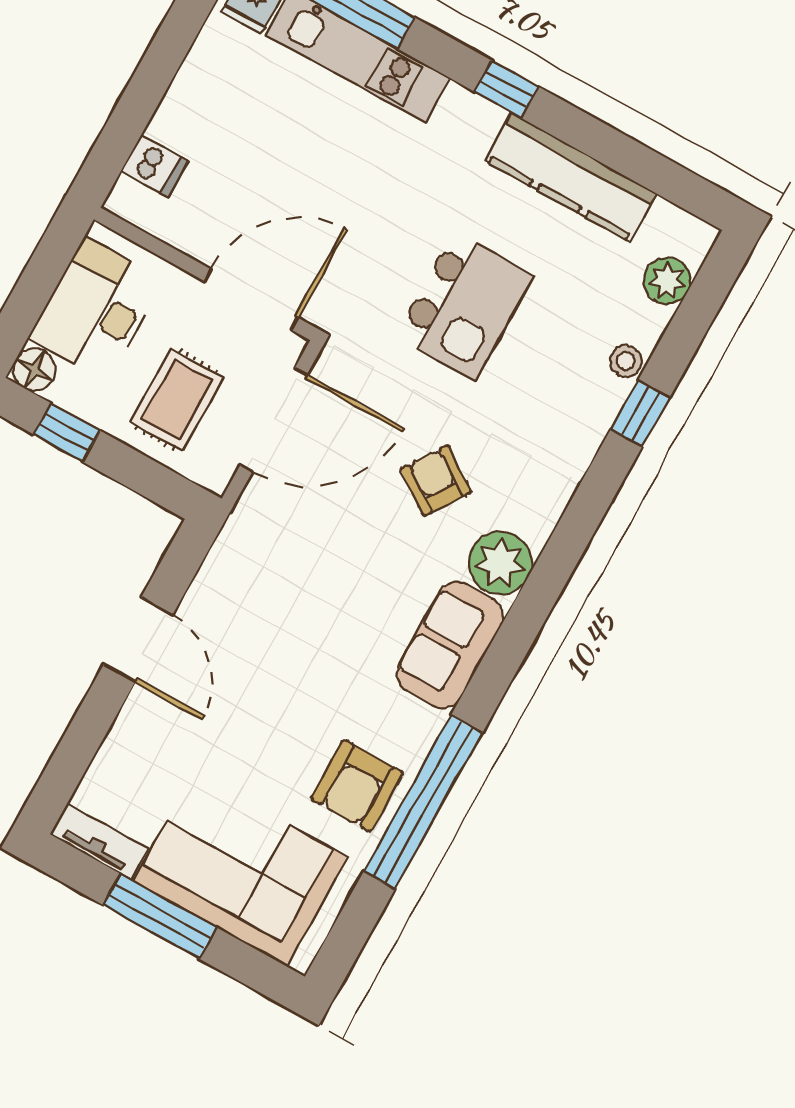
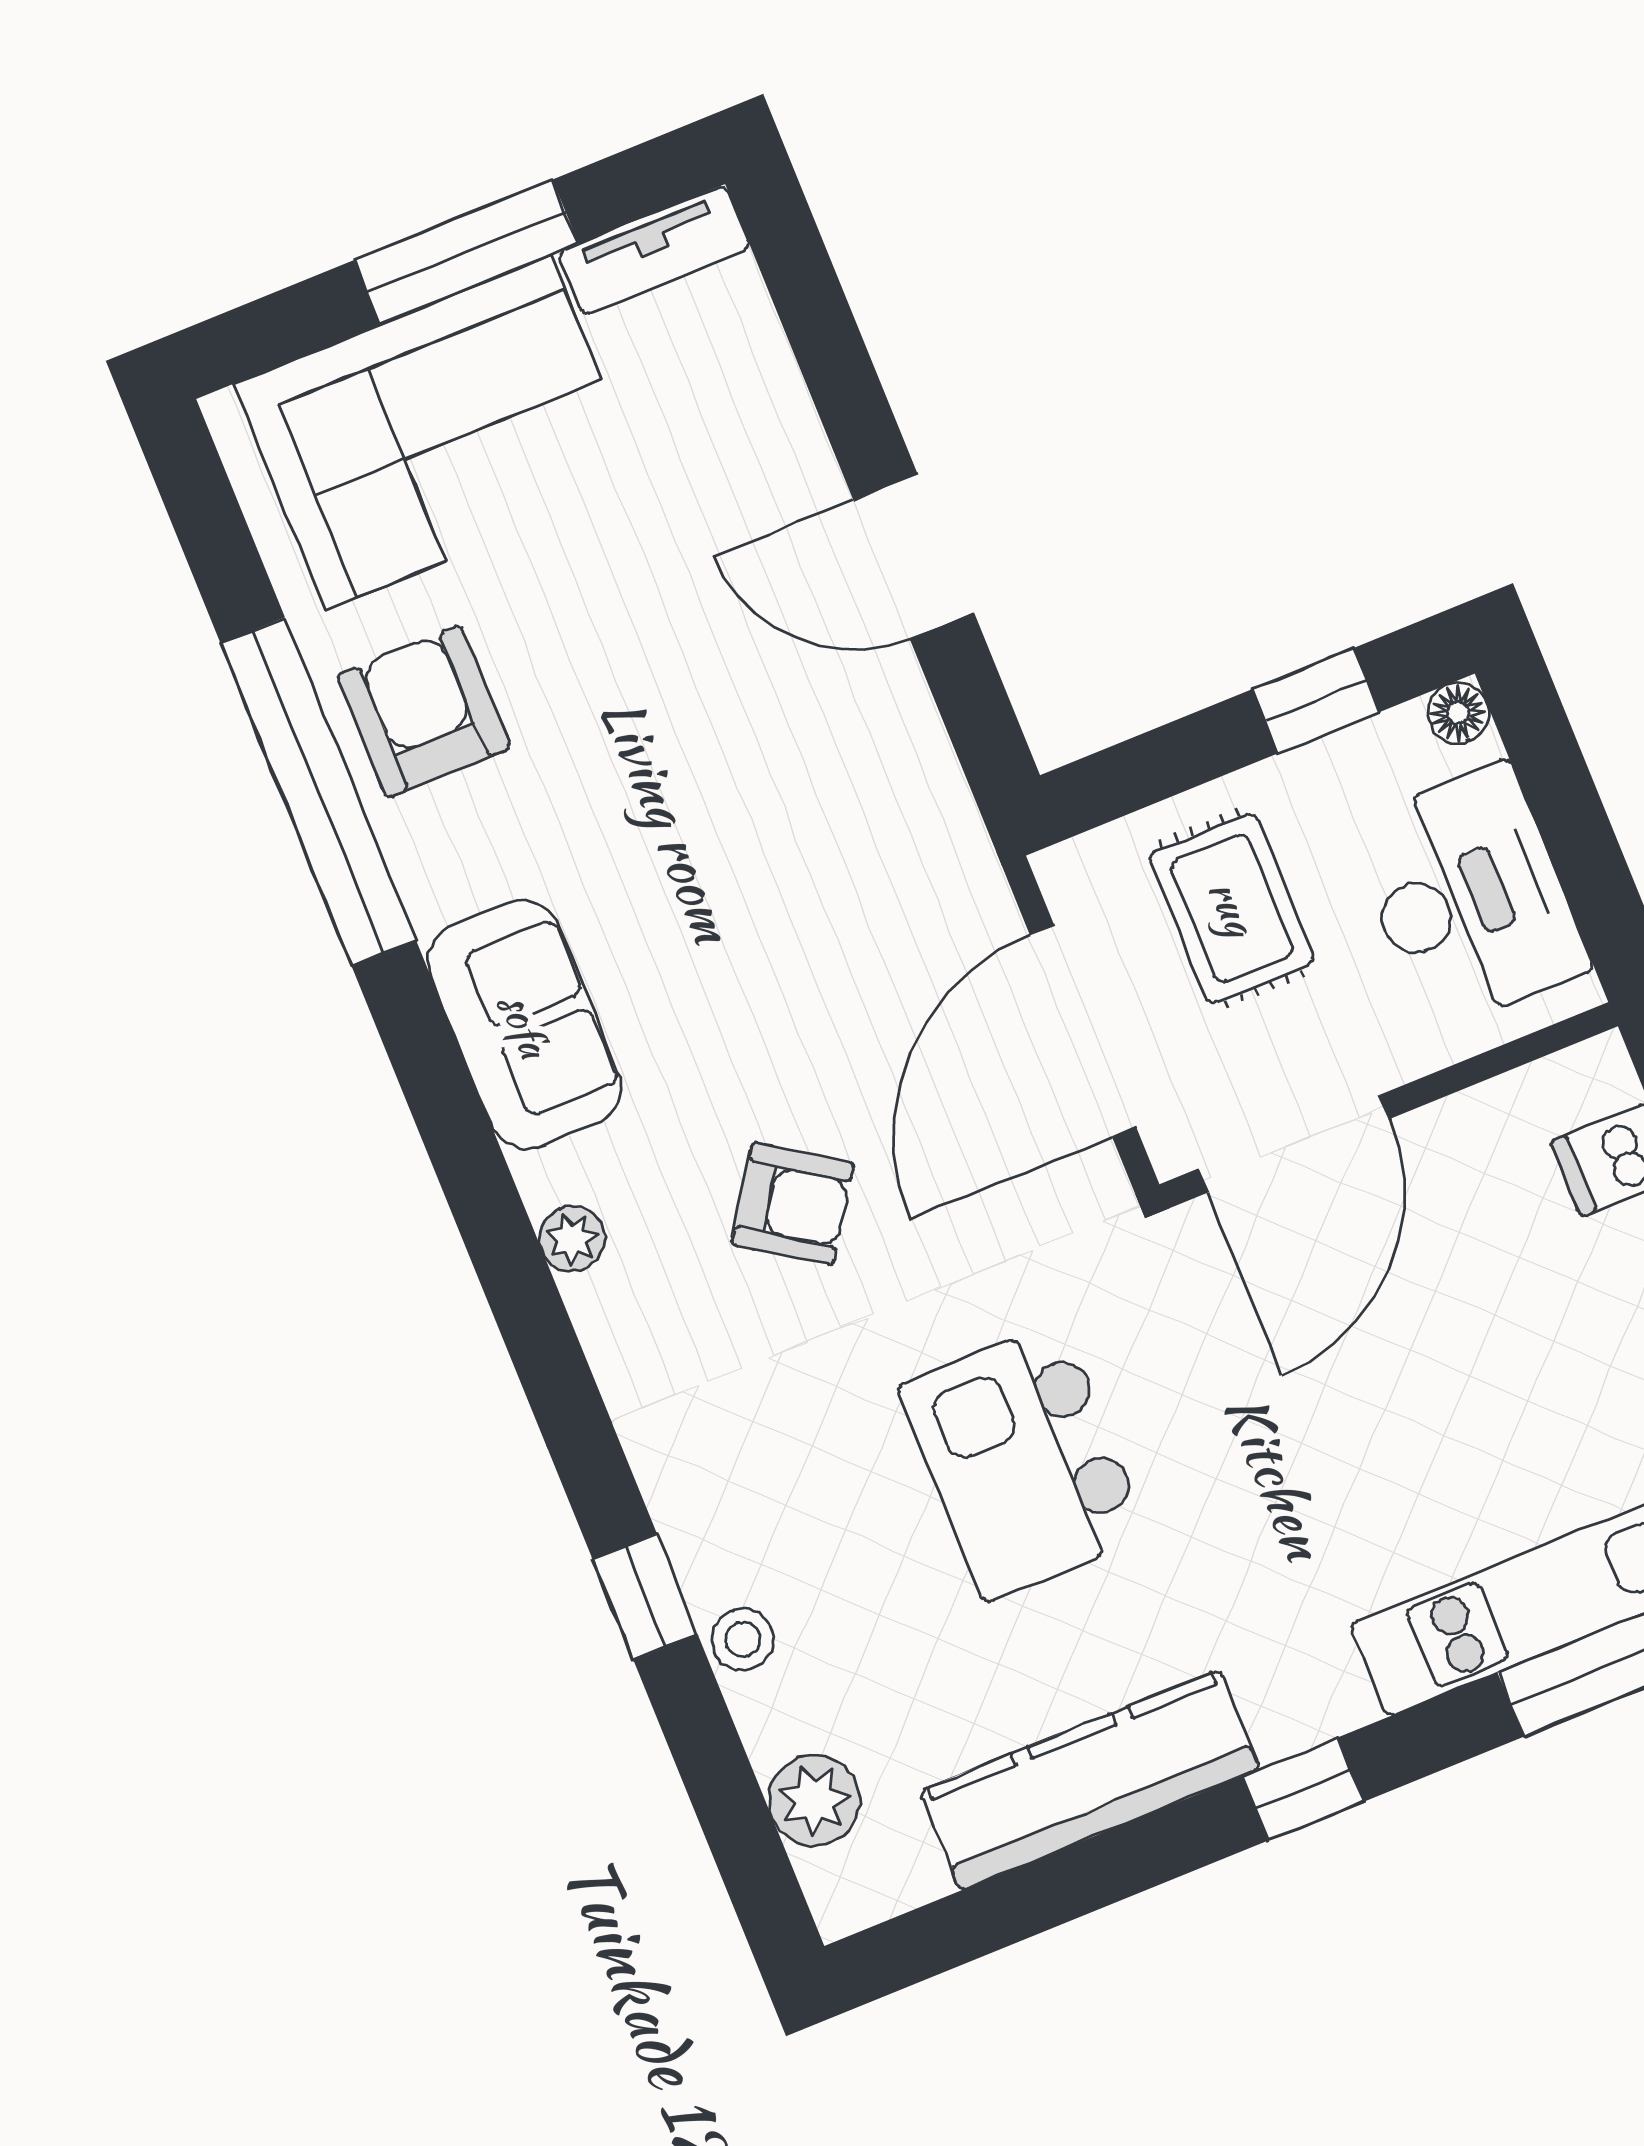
floor lamp: (34, 370) -> (1458, 713), width x0.73, depth x0.73
plant: (500, 563) -> (572, 1239), width x0.53, depth x0.53

